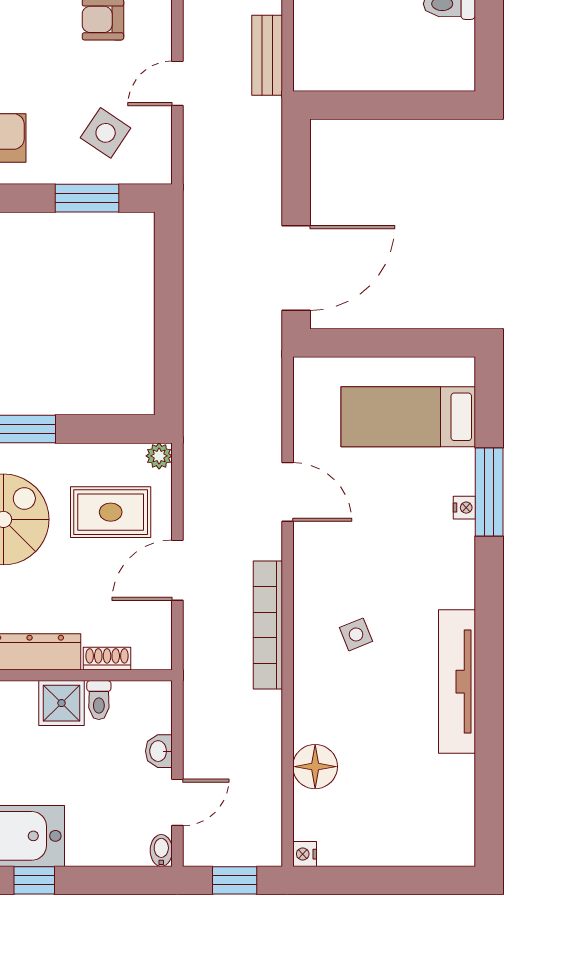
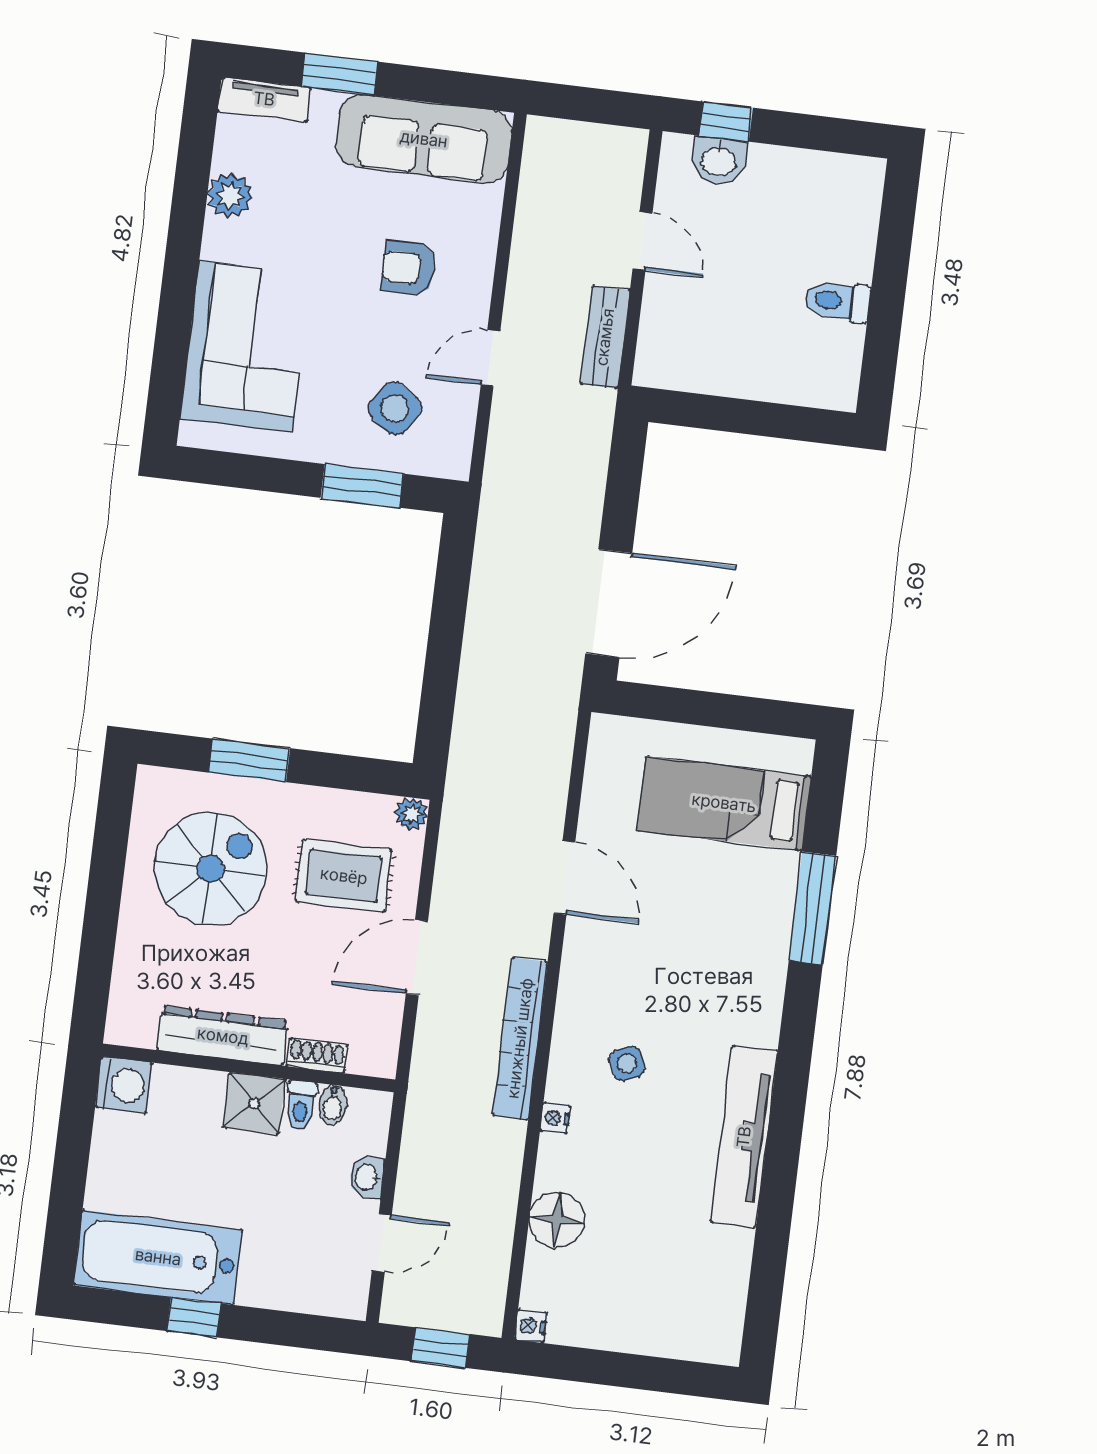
nightstand: (464, 508) -> (555, 1118), moved, turned 180
bidet: (161, 850) -> (333, 1105), moved, turned 180

